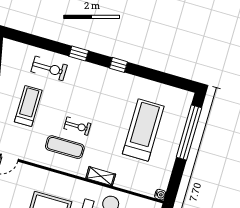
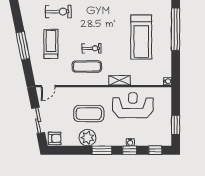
treadmill: (143, 130) -> (141, 37), turned 180

